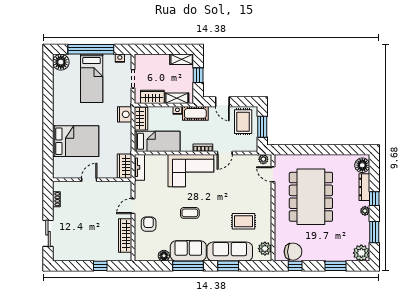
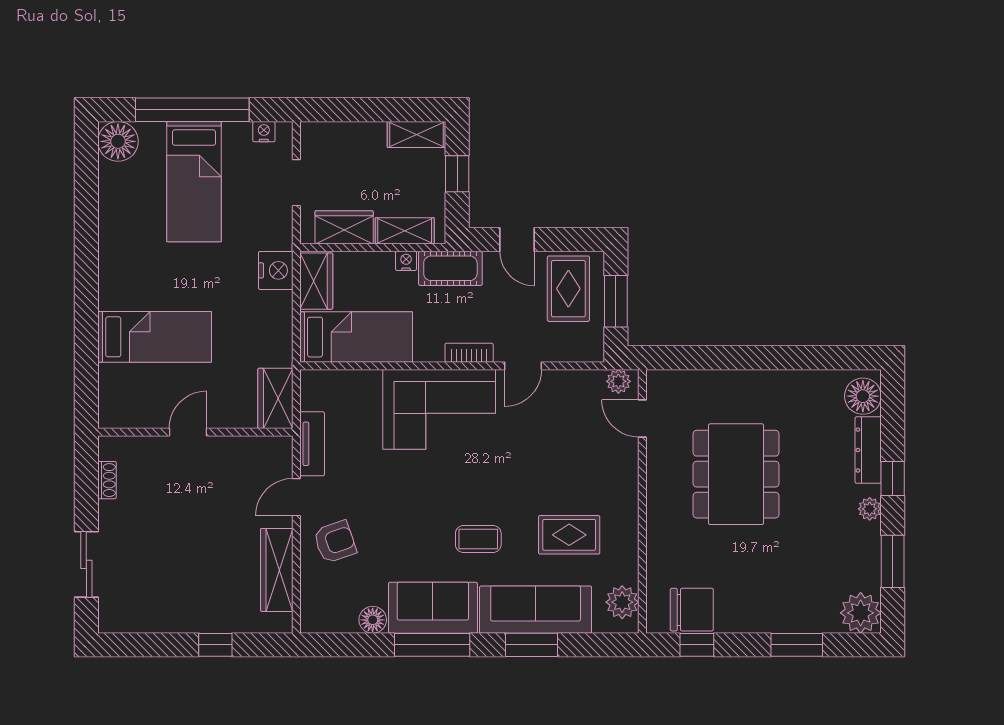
bed: (76, 141) -> (155, 337), width x0.67
tv unit: (139, 167) -> (312, 444), moved
dining table: (311, 197) -> (736, 474), width x0.73, depth x0.80
coffee table: (190, 213) -> (478, 539), moved
armchair: (149, 224) -> (335, 542), turned 71

